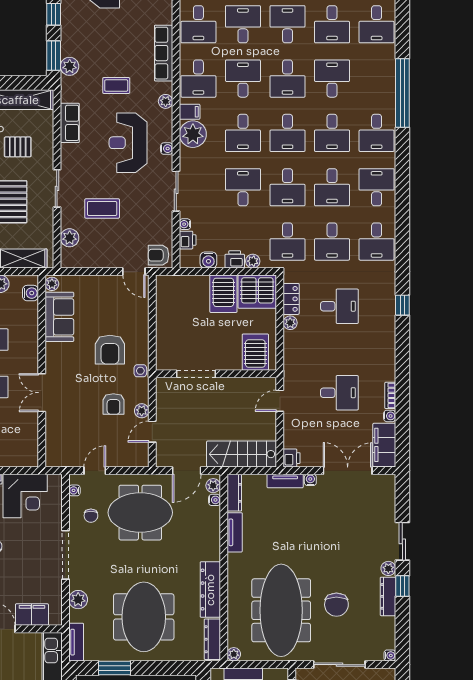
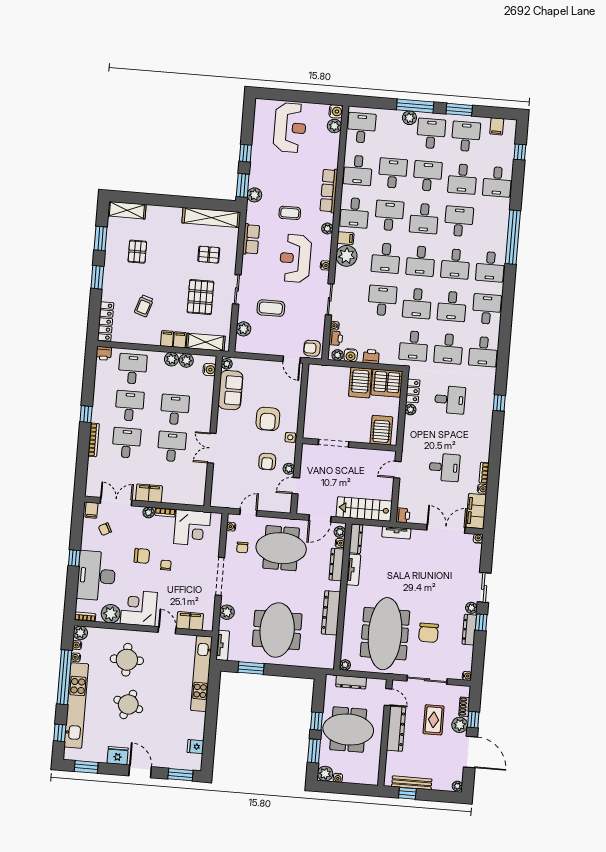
plant: (253, 261) -> (338, 355), moved
water cooler: (310, 480) -> (478, 539), moved
dresser: (212, 639) -> (336, 564), moved

